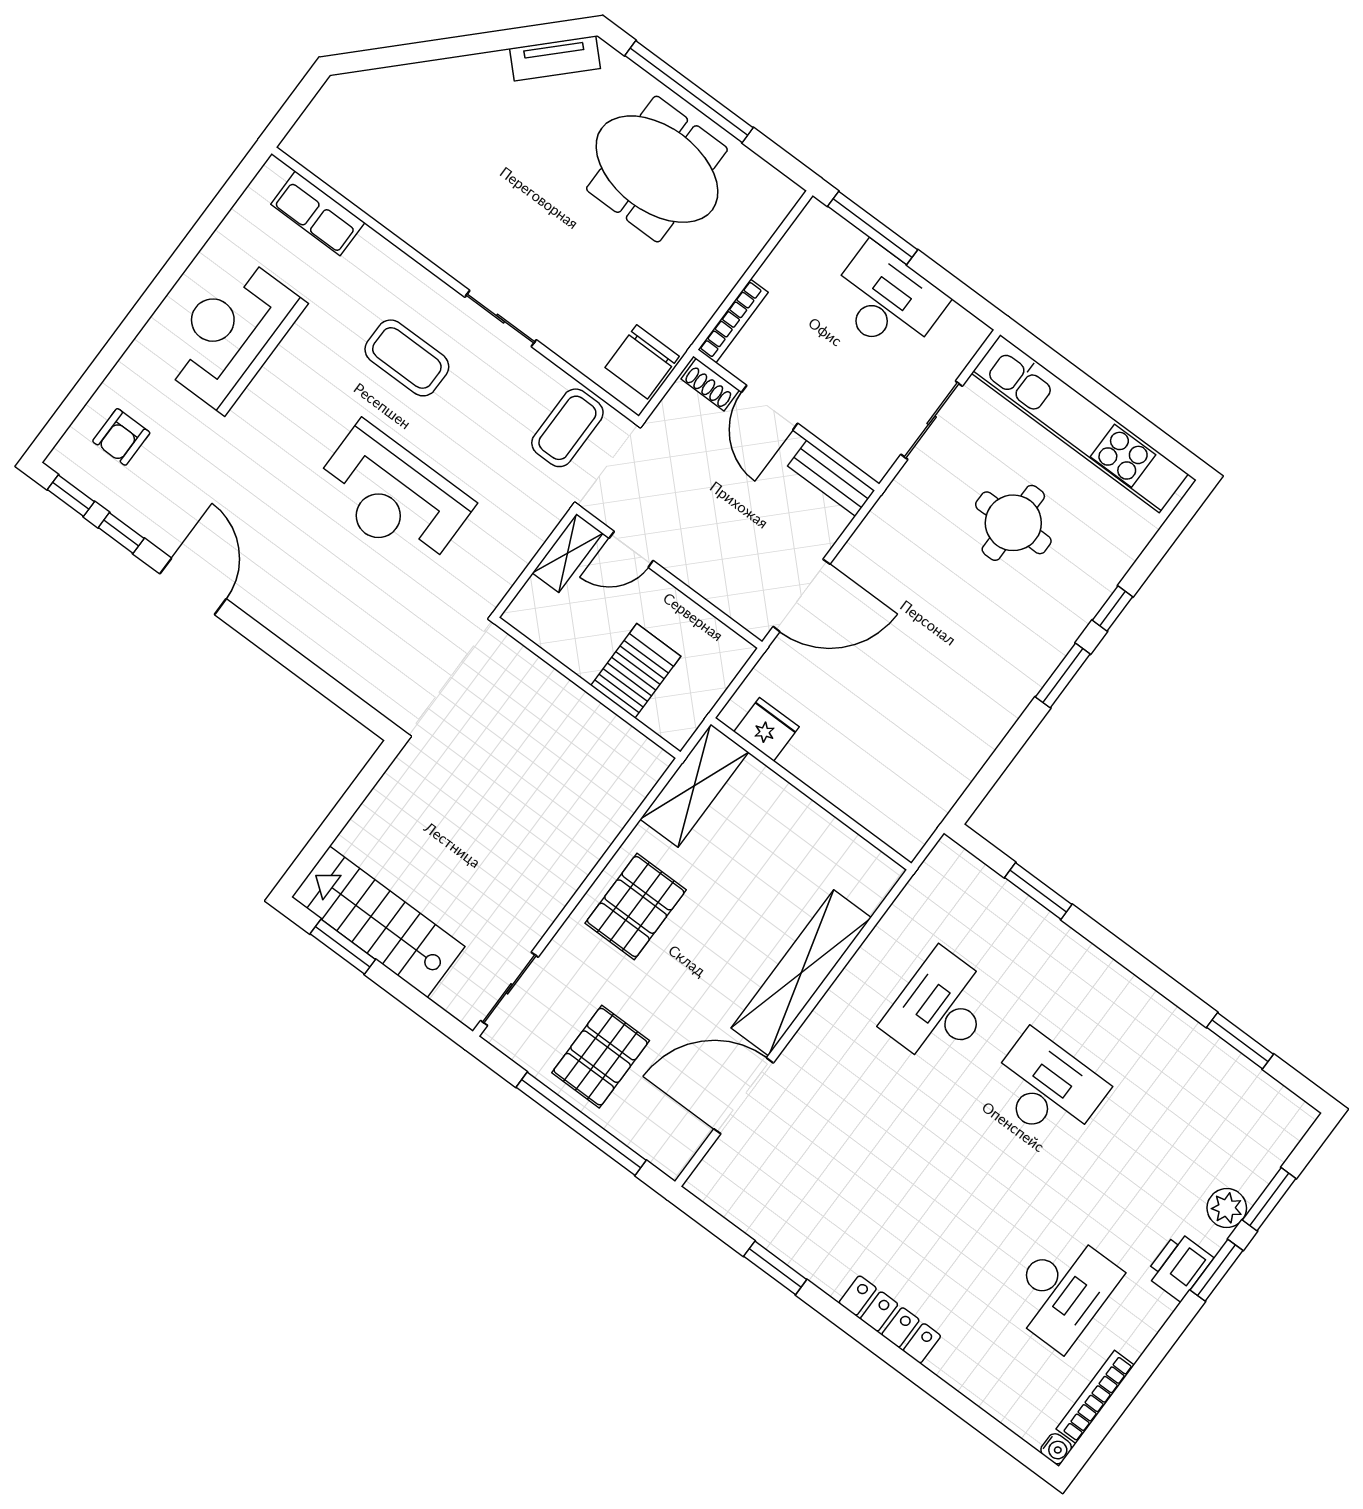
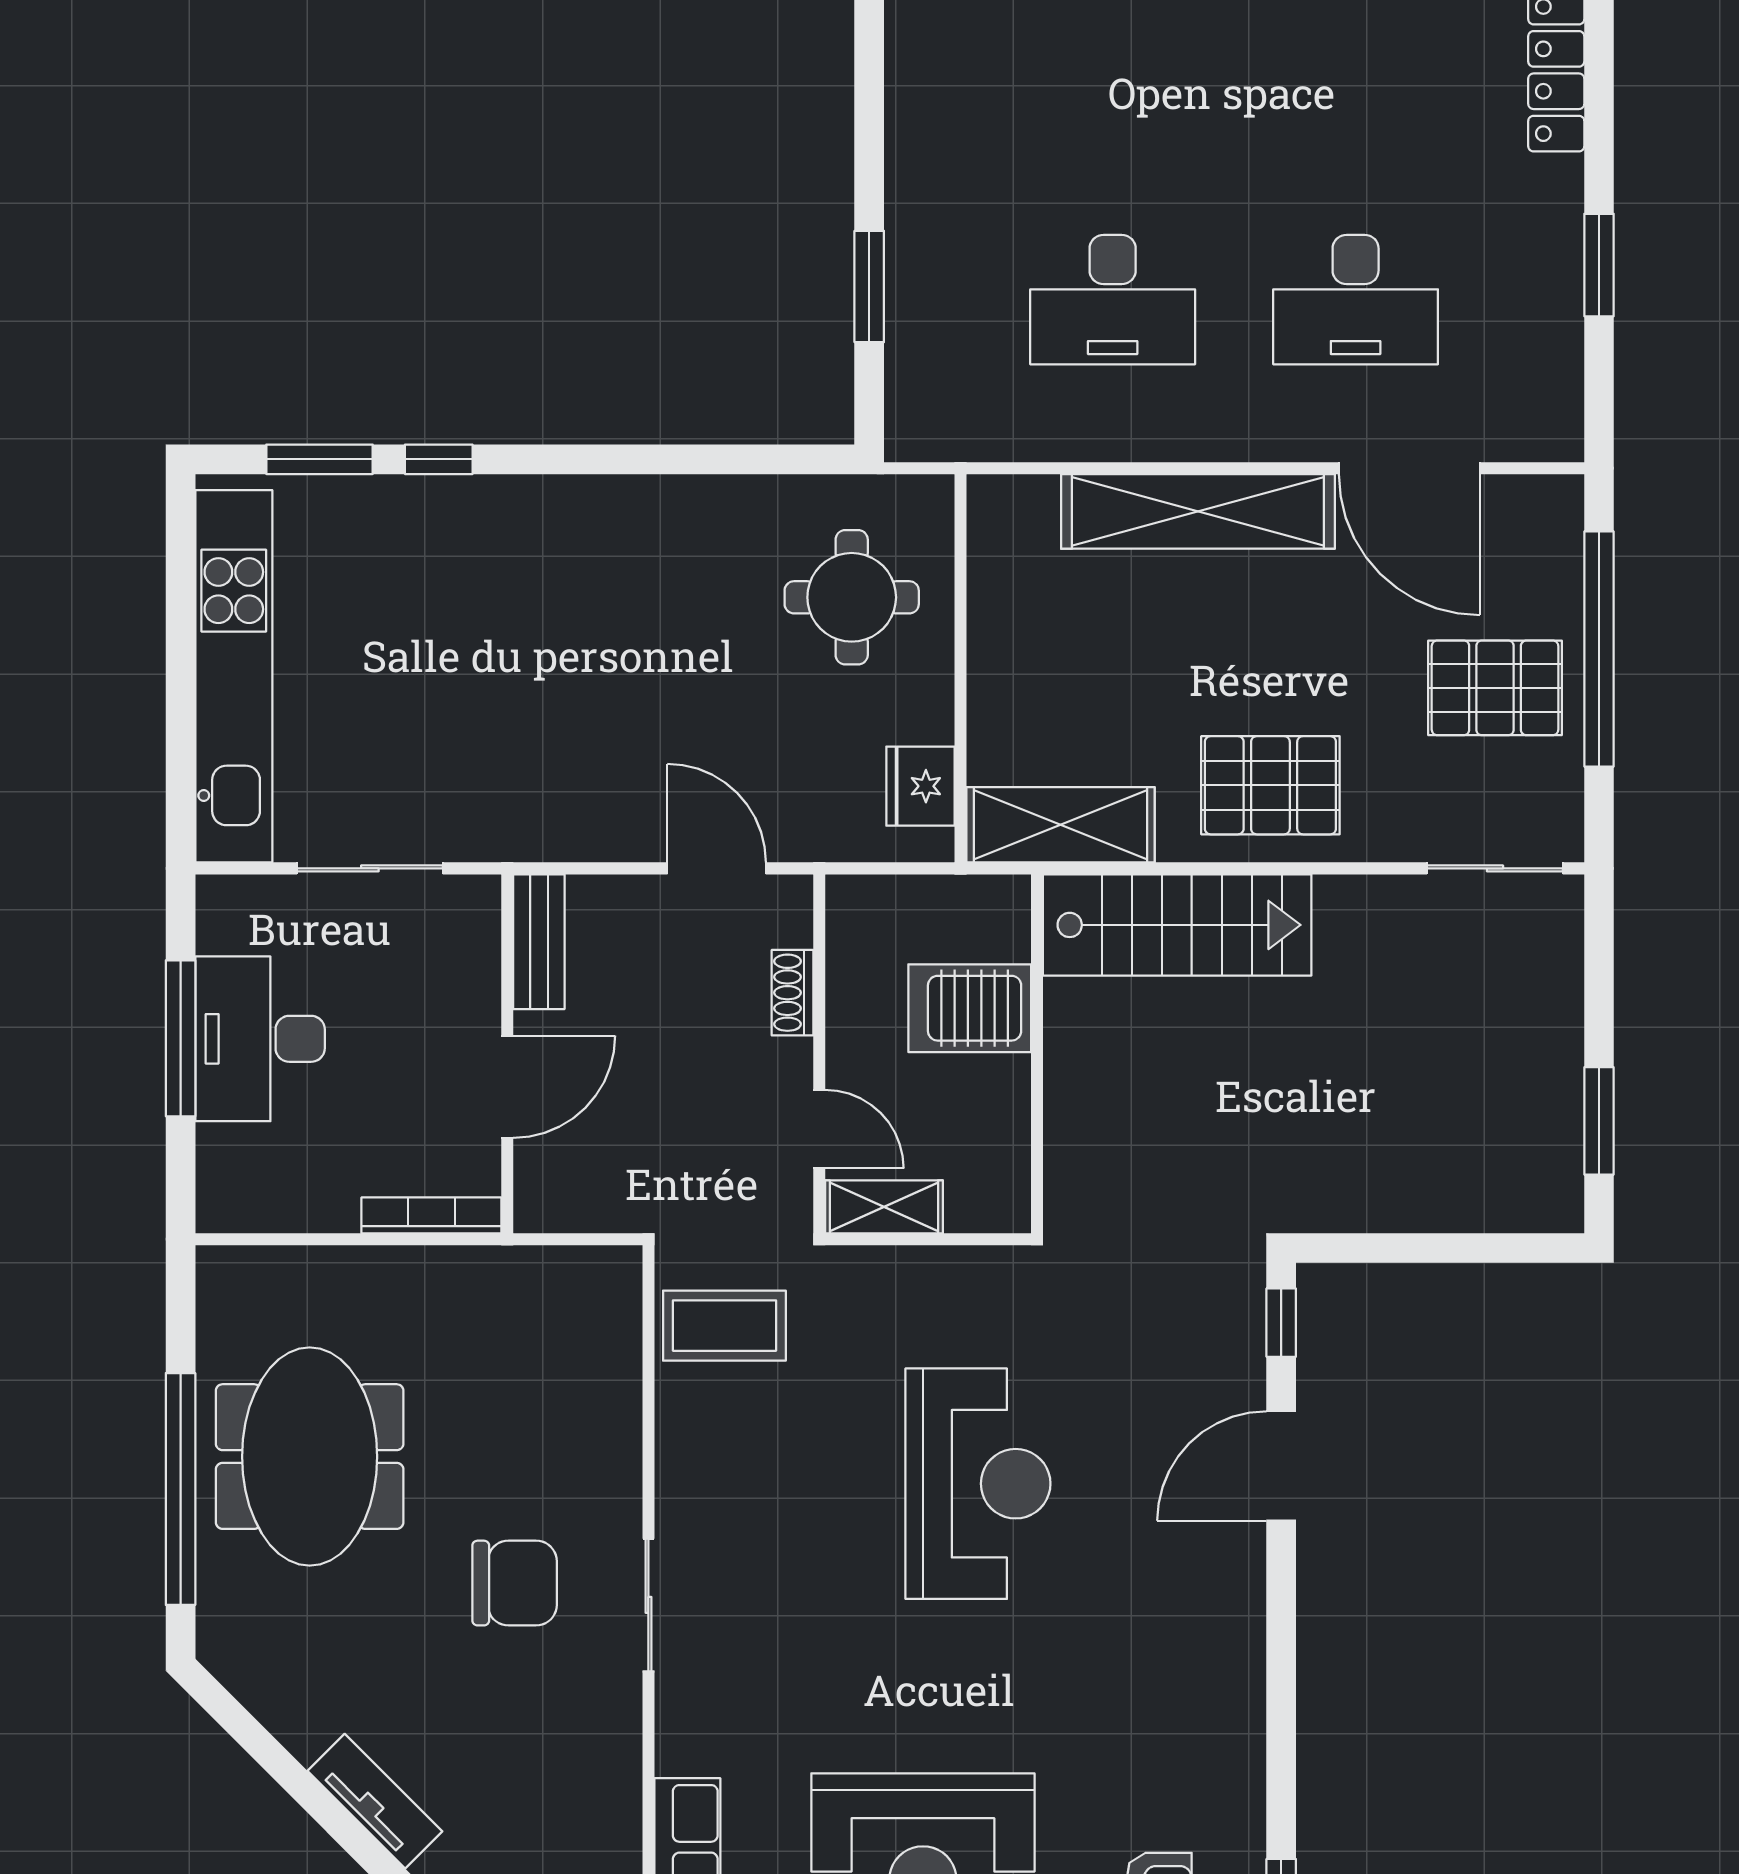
tv unit: (555, 58) -> (375, 1801), moved
window: (873, 228) -> (181, 1038), moved
sliding door: (501, 319) -> (648, 1605), moved
coffee table: (407, 358) -> (787, 1597), removed
chair: (642, 362) -> (515, 1583), moved
shoe rack: (710, 384) -> (793, 993), moved, turned 180
round table: (1013, 523) -> (852, 597), moved
window: (121, 533) -> (1281, 1323), moved
door: (193, 586) -> (1281, 1466), moved
door: (801, 595) -> (717, 868), width x0.73
window: (1063, 675) -> (319, 459), moved
stairs: (378, 922) -> (1177, 925), moved, turned -90
desk: (1047, 1088) -> (1356, 300), moved, turned -90

